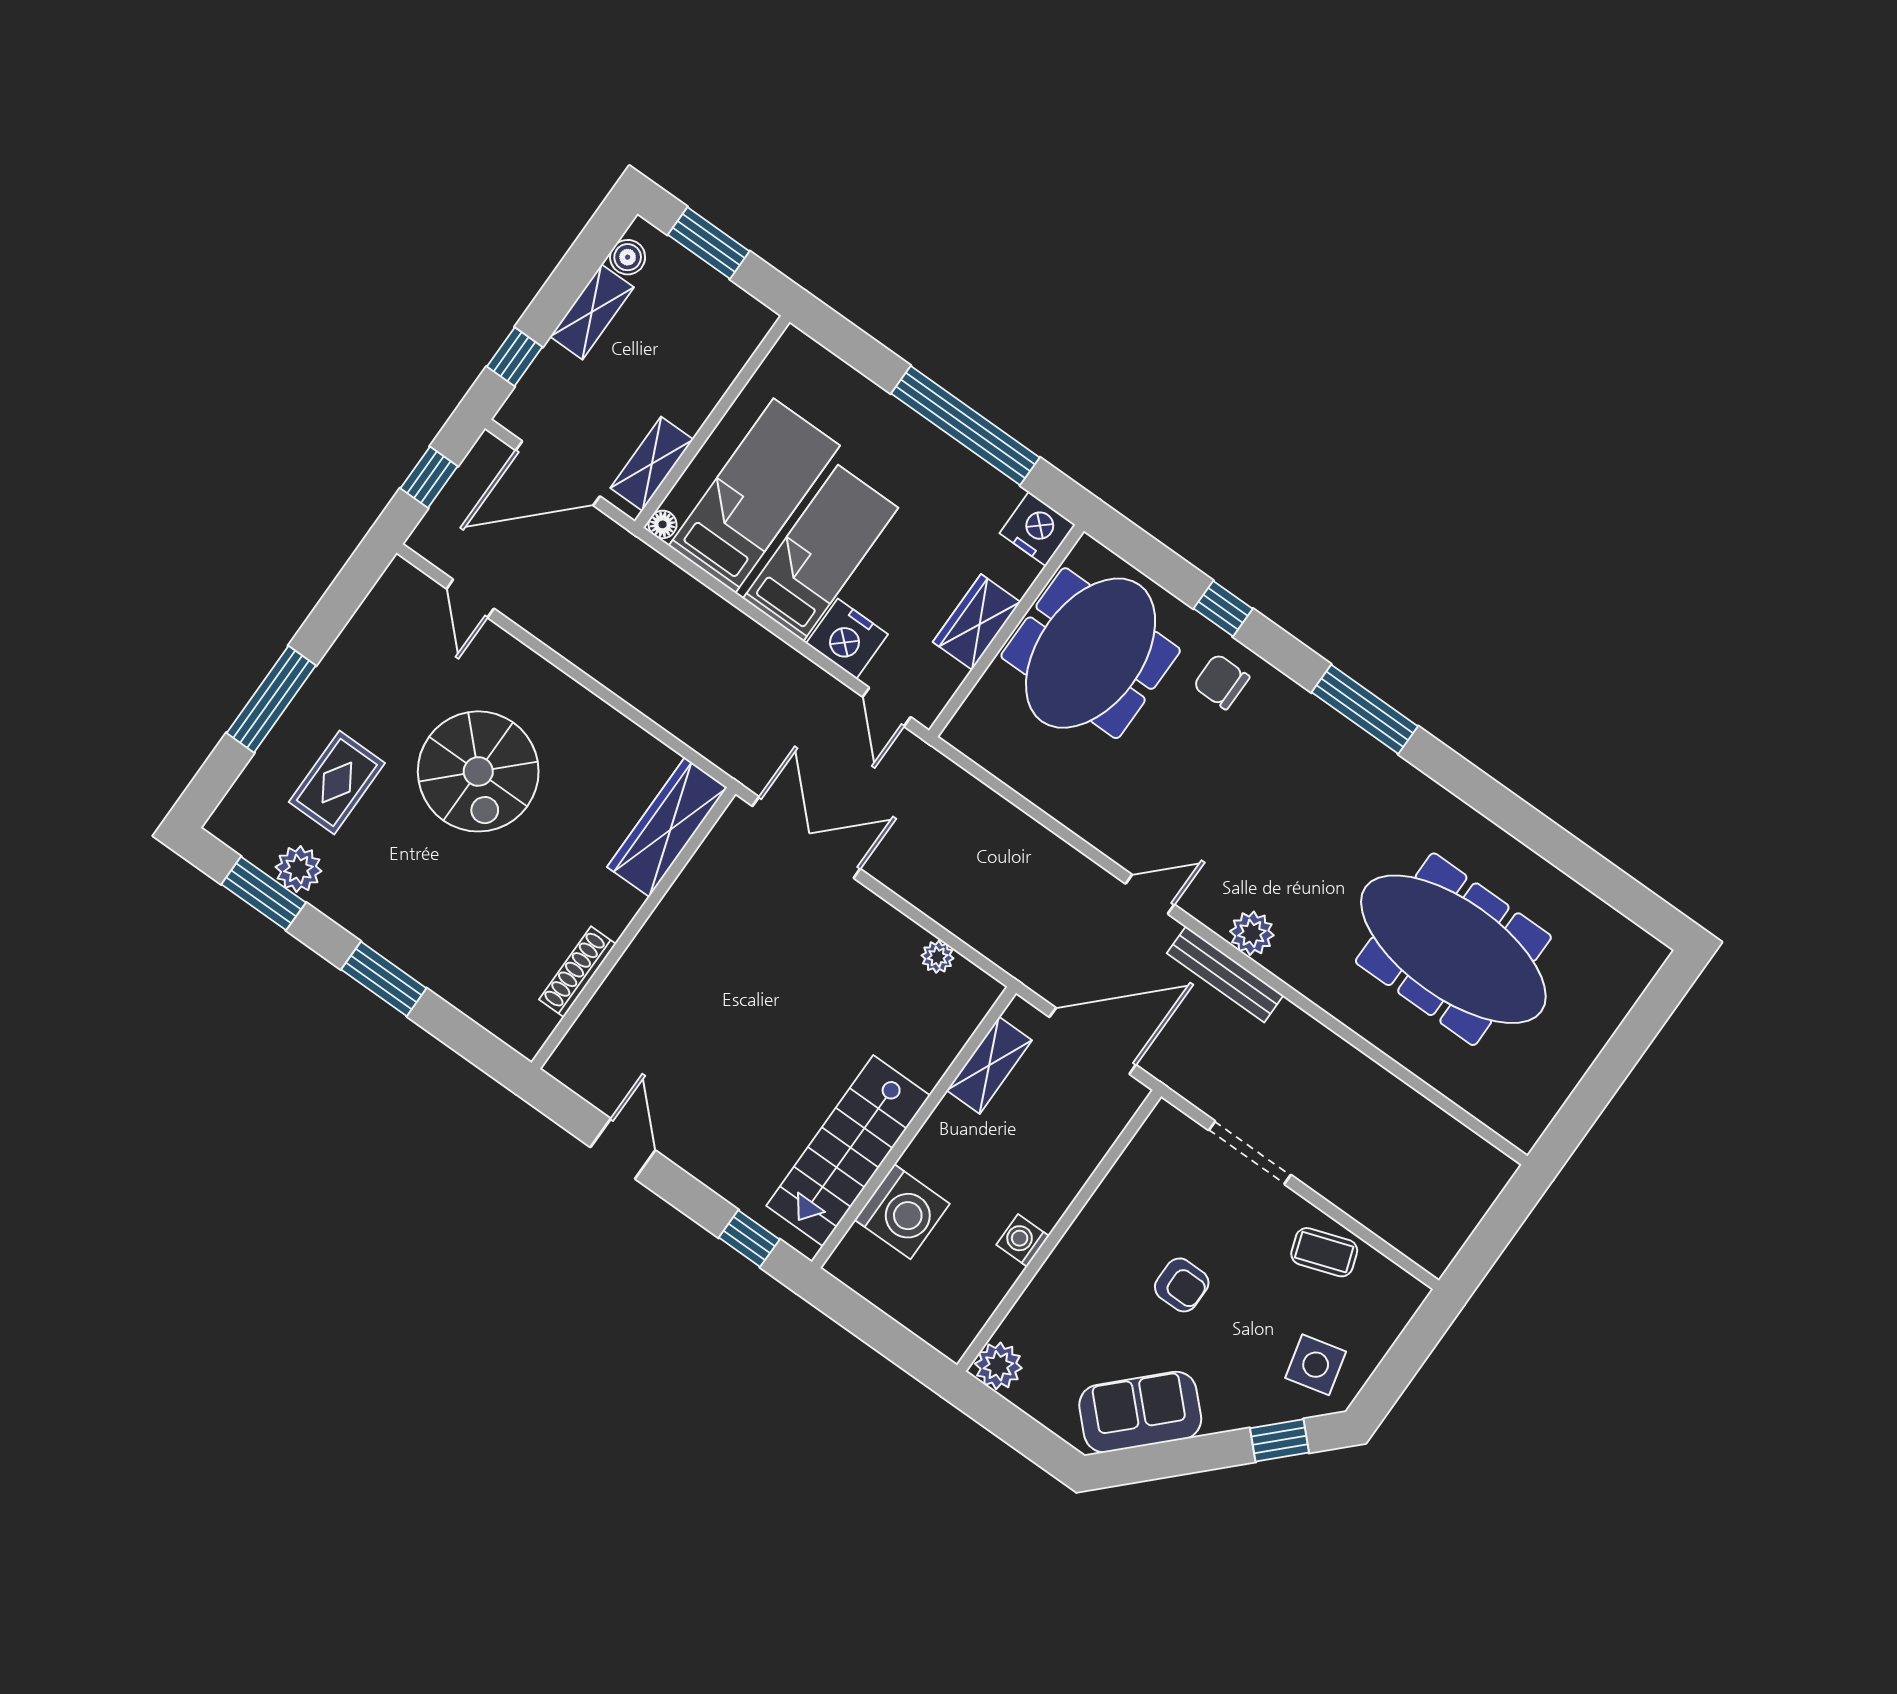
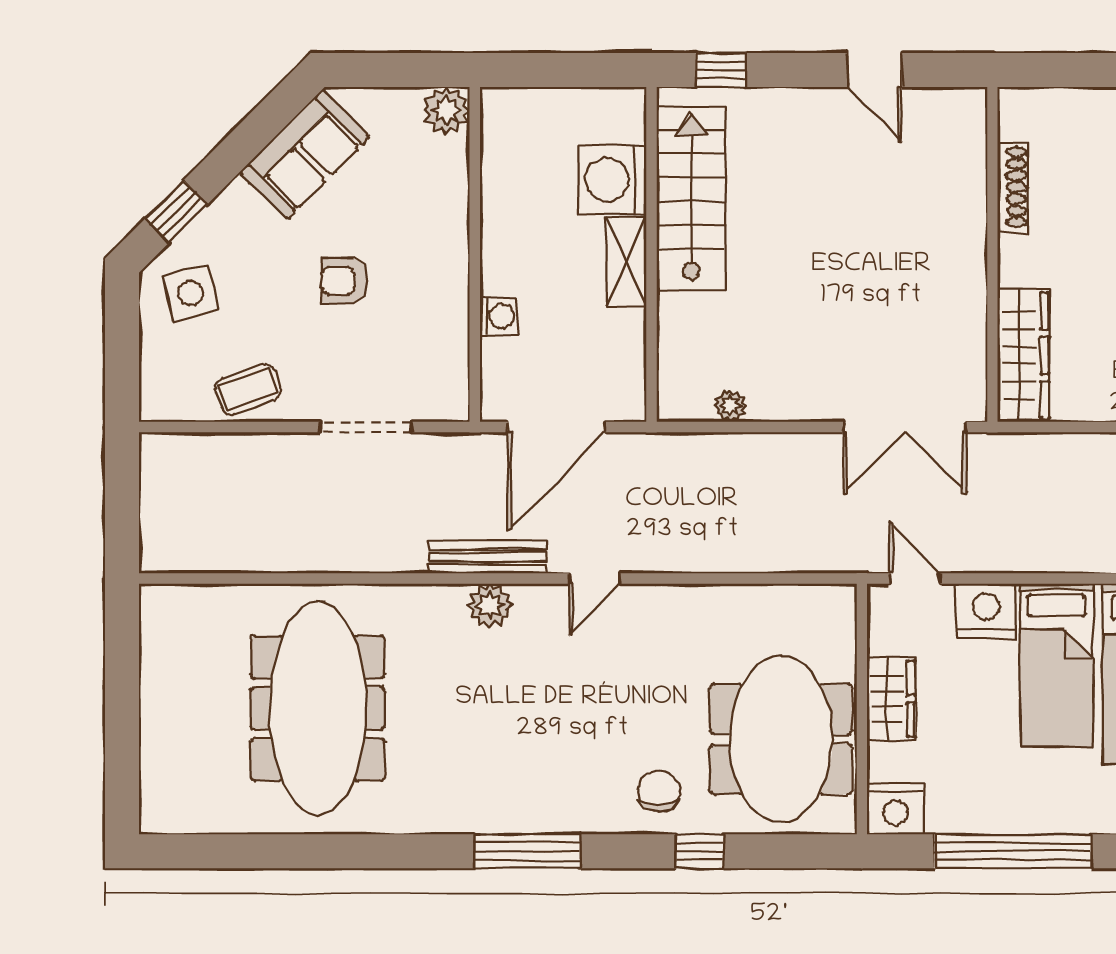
chair: (1221, 682) -> (659, 791), turned -90
meeting table: (1453, 949) -> (318, 708), turned 90
shelving: (989, 1065) -> (626, 262), moved
washing machine: (1023, 1240) -> (499, 316), moved

